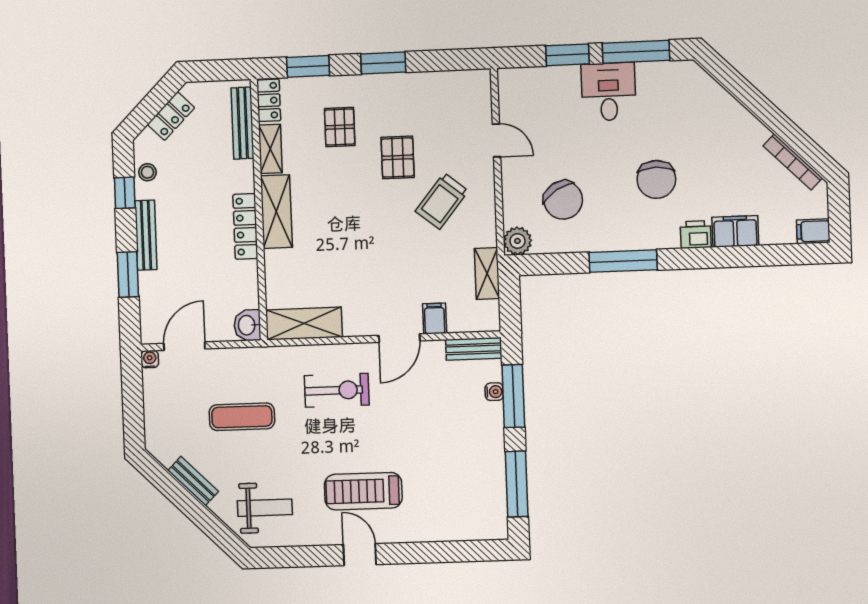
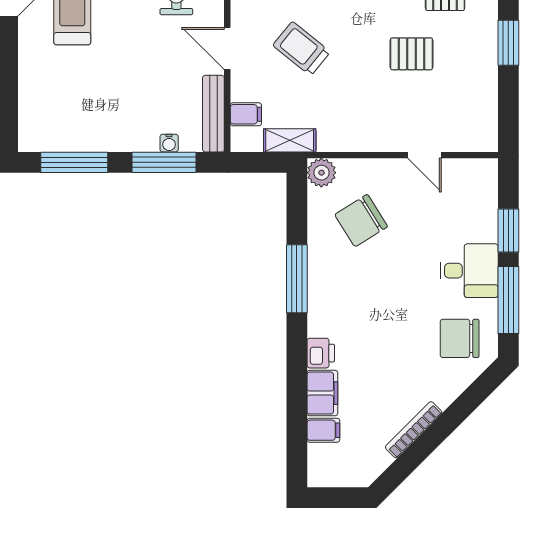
door: (496, 140) -> (425, 155), hinge flipped
bookcase: (793, 162) -> (414, 430), moved
chair: (656, 179) -> (460, 338), moved
trolley: (442, 201) -> (301, 49), moved
filing cabinet: (813, 231) -> (323, 430), moved, turned 90
filing cabinet: (435, 319) -> (246, 114), moved
bench: (474, 349) -> (213, 114), width x1.36

